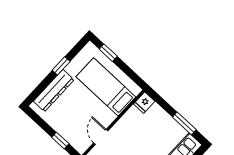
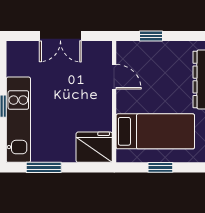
window: (108, 53) -> (160, 167), moved
fridge: (144, 103) -> (94, 147), width x1.88, depth x1.34

